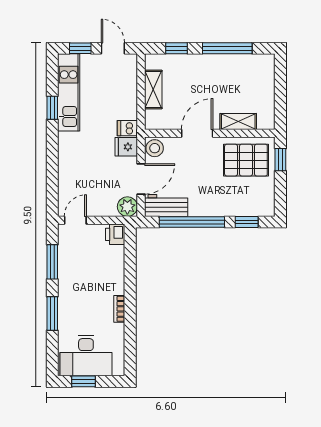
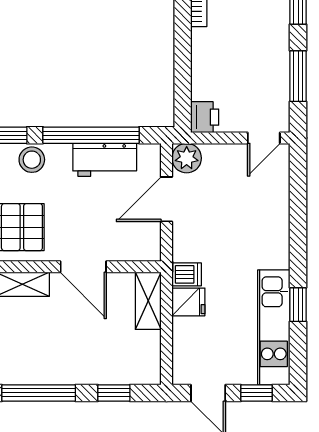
shelving: (153, 90) -> (148, 301), moved
door: (197, 133) -> (83, 267), hinge flipped
fridge: (126, 147) -> (188, 302), moved
stool: (155, 148) -> (32, 160), moved
workbench: (166, 206) -> (105, 160), moved

